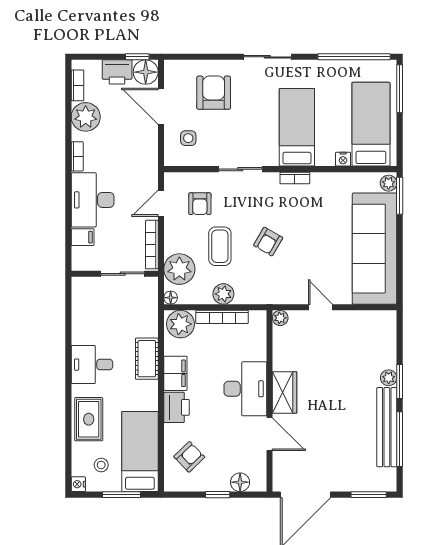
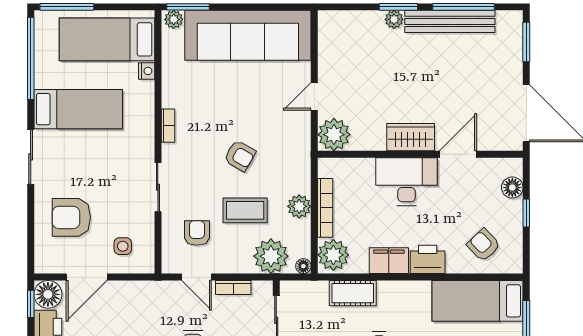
bed: (297, 127) -> (78, 109), moved, turned 180
armchair: (200, 204) -> (197, 233), turned -90
bookcase: (152, 245) -> (233, 287), width x0.64
plant: (280, 318) -> (334, 135), width x1.88, depth x1.88
cot: (147, 359) -> (353, 293), moved

